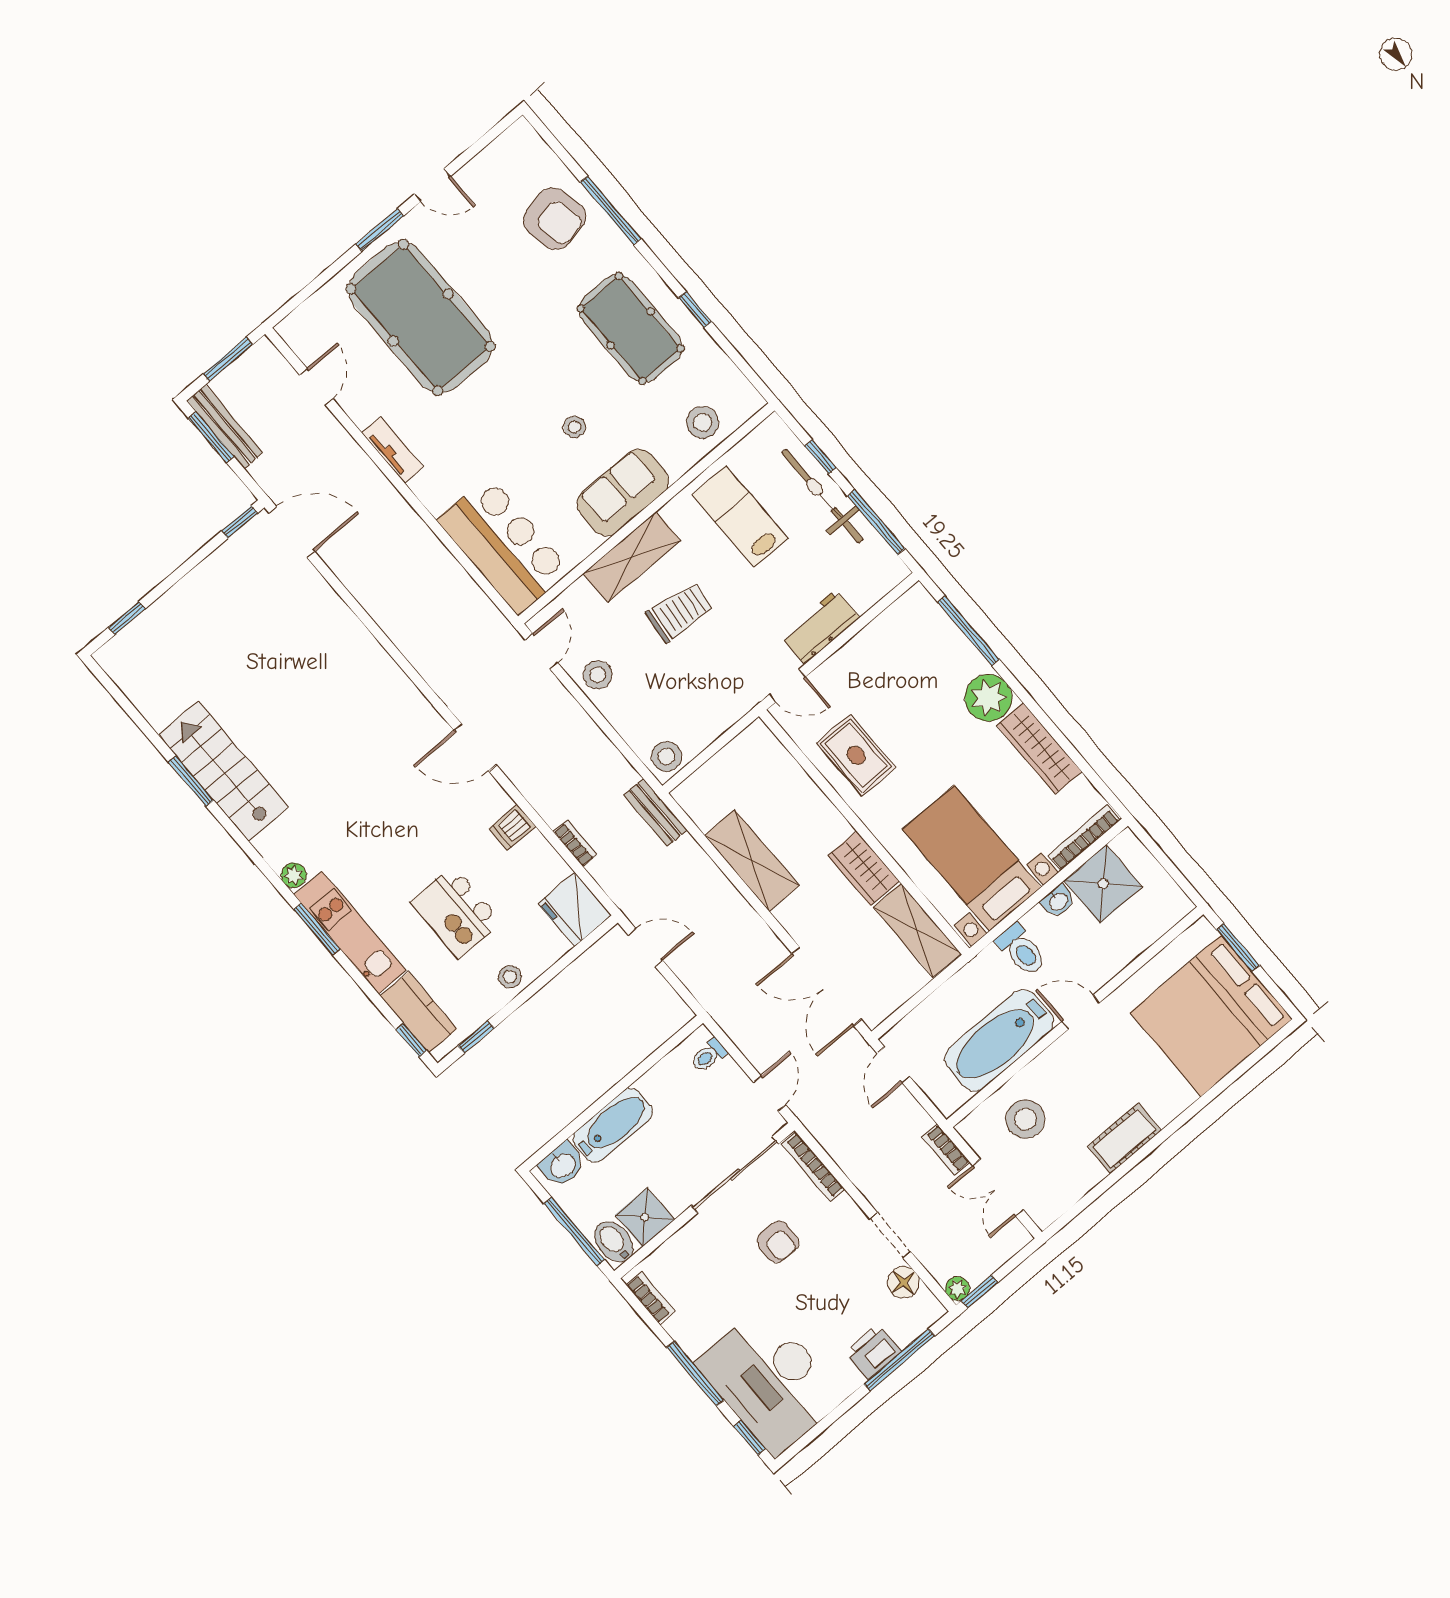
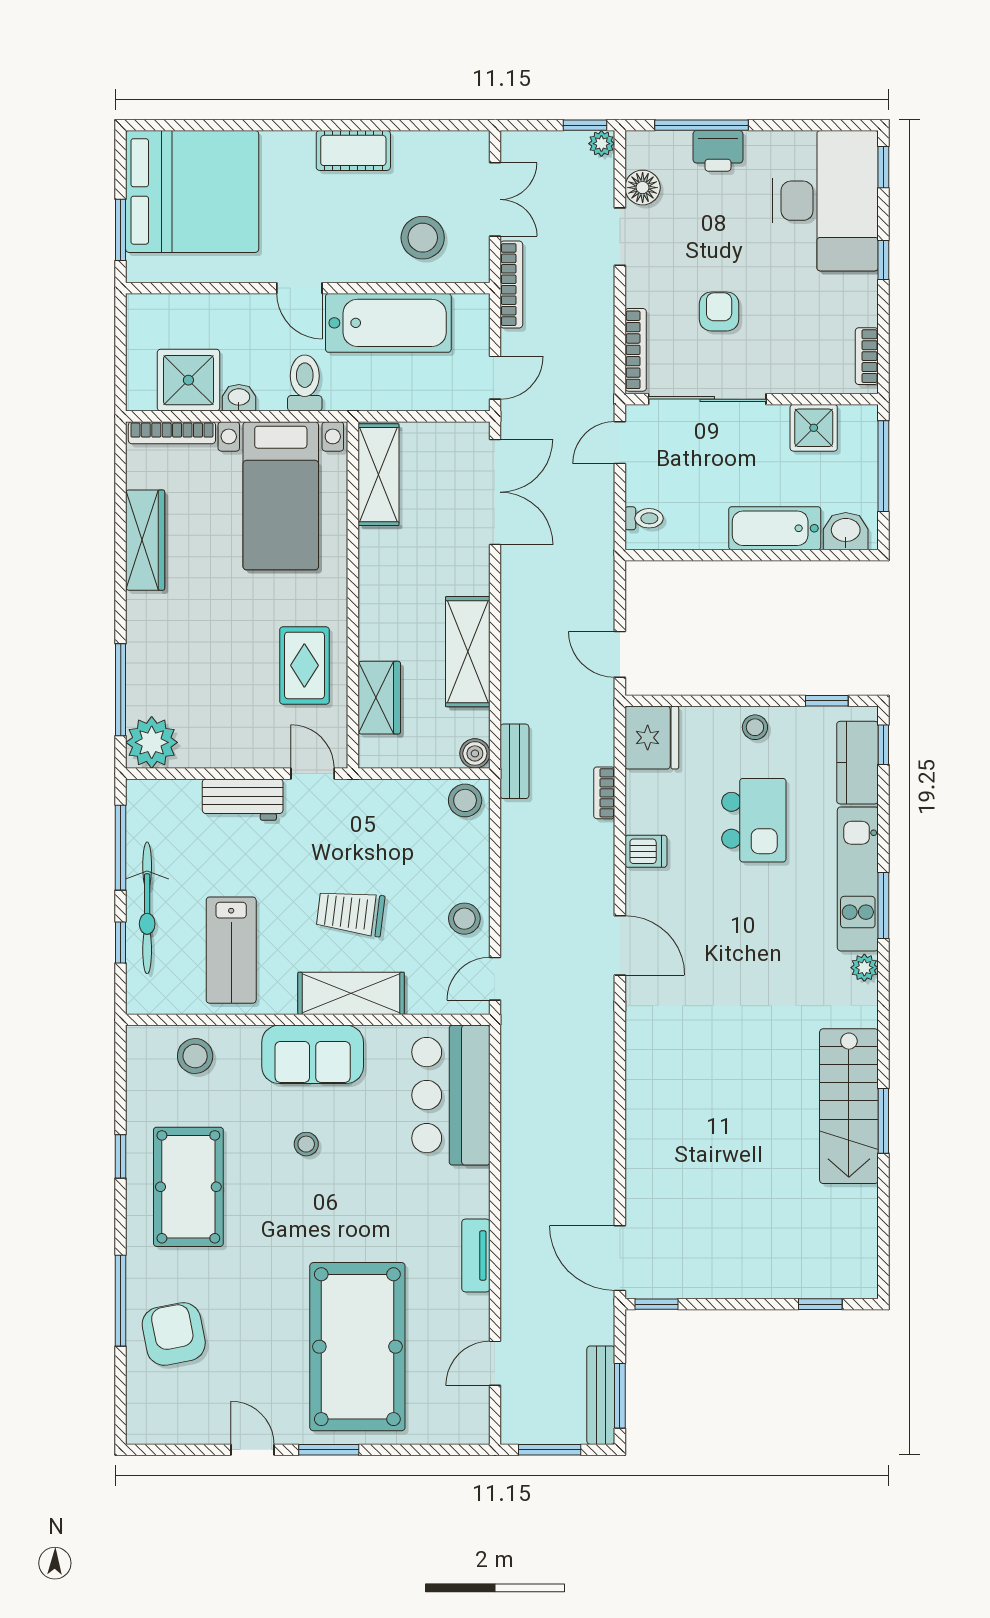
plant: (988, 698) -> (152, 742), moved
boiler: (687, 795) -> (475, 753), added
wardrobe: (864, 868) -> (379, 698), moved
bookcase: (946, 1150) -> (511, 285), width x1.56
bidet: (614, 1242) -> (857, 429), removed
window: (695, 1374) -> (883, 260), width x0.46

